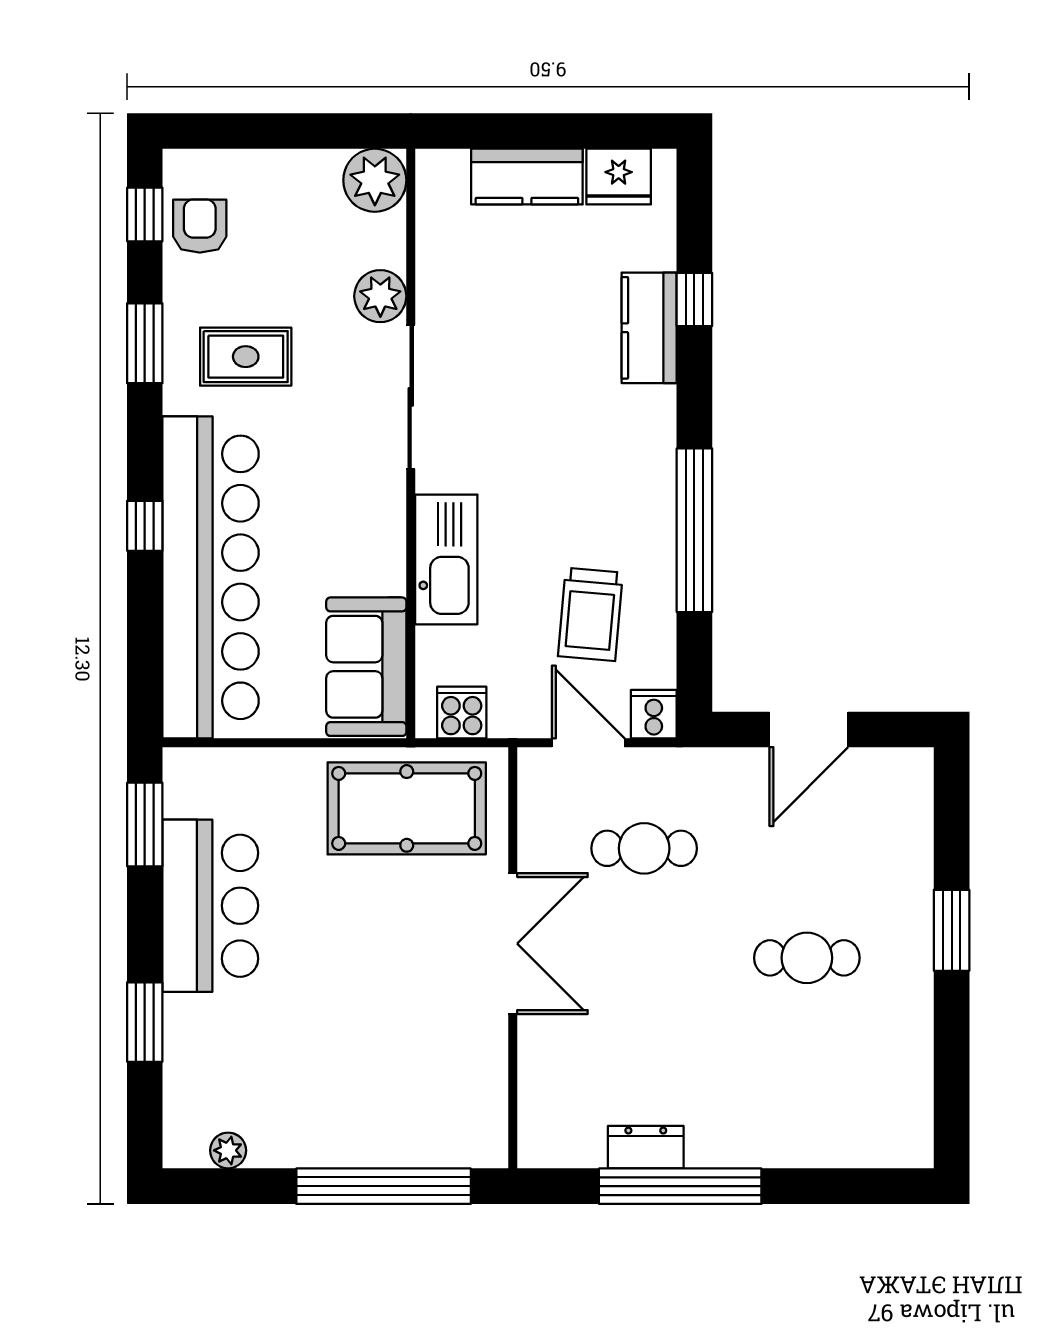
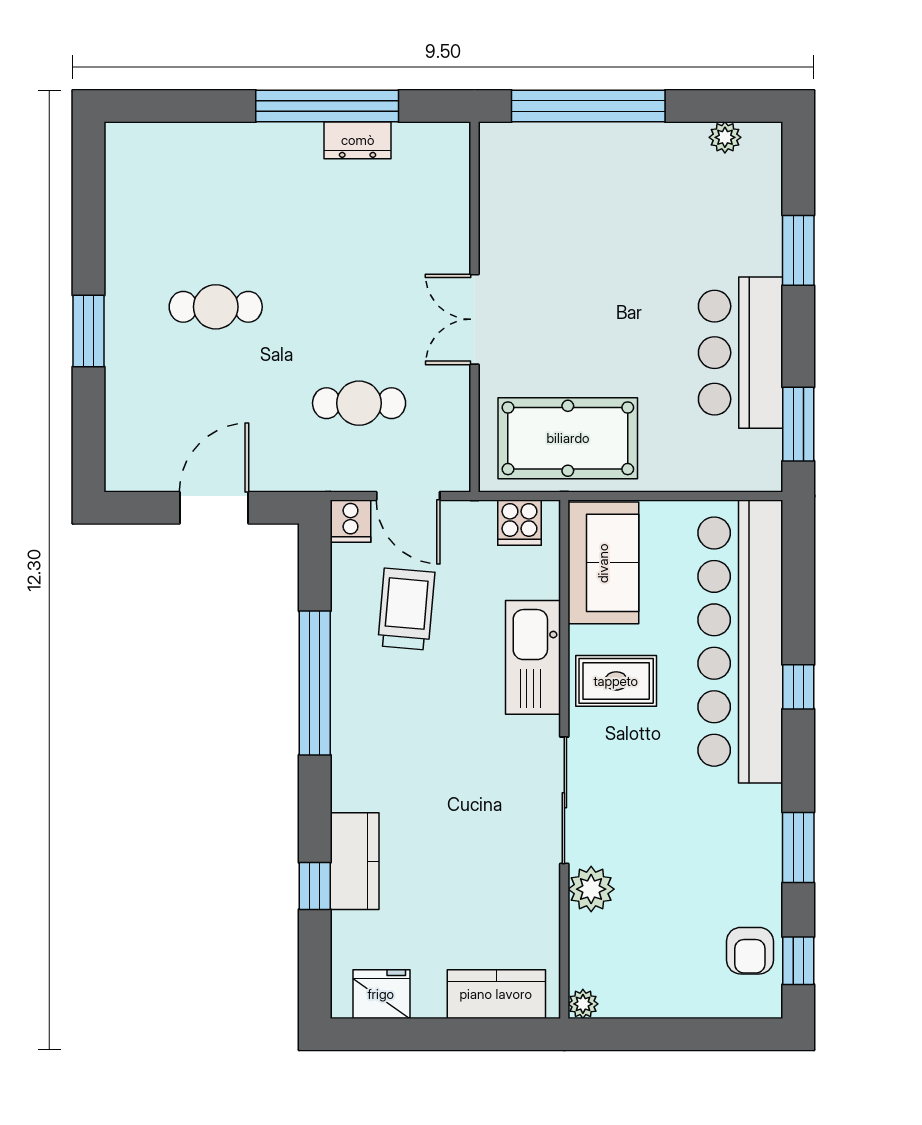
kitchen counter: (527, 177) -> (496, 994), moved
plant: (375, 180) -> (583, 1004), width x0.53, depth x0.53
rug: (246, 357) -> (616, 681), moved
double door: (513, 944) -> (475, 319), width x0.73

